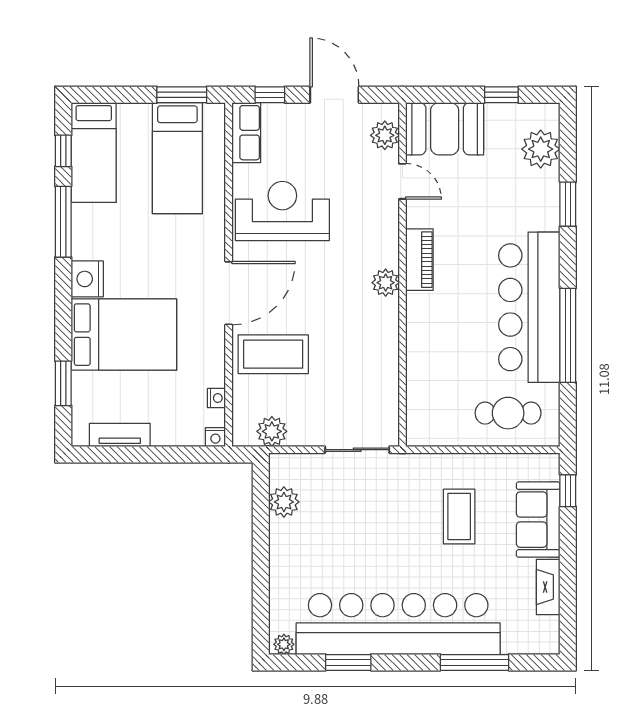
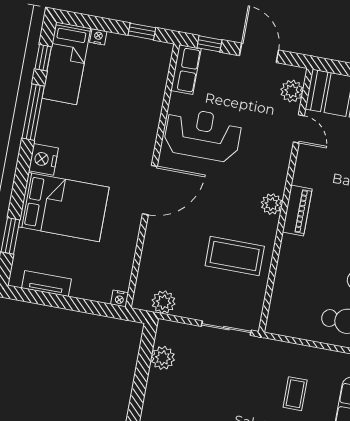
window: (182, 95) -> (142, 31), width x0.67
bed: (177, 158) -> (130, 79), removed
piano: (419, 260) -> (297, 210), moved
coffee table: (273, 354) -> (235, 256), moved
nightstand: (216, 398) -> (98, 37), moved, turned -90
coffee table: (459, 517) -> (295, 394), width x0.73, depth x0.77

